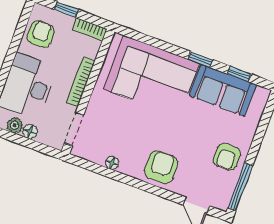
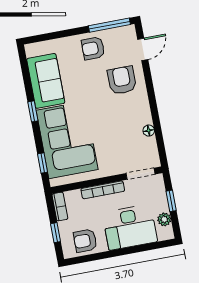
window: (239, 74) -> (43, 163), moved
floor lamp: (30, 132) -> (162, 205), removed
window: (29, 143) -> (171, 201), added
armchair: (227, 157) -> (93, 48), turned 180
armchair: (161, 167) -> (122, 80), moved, turned 90

